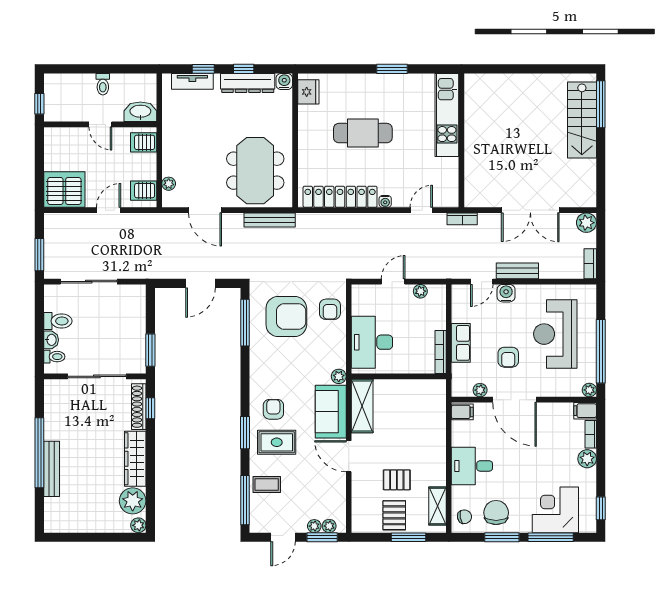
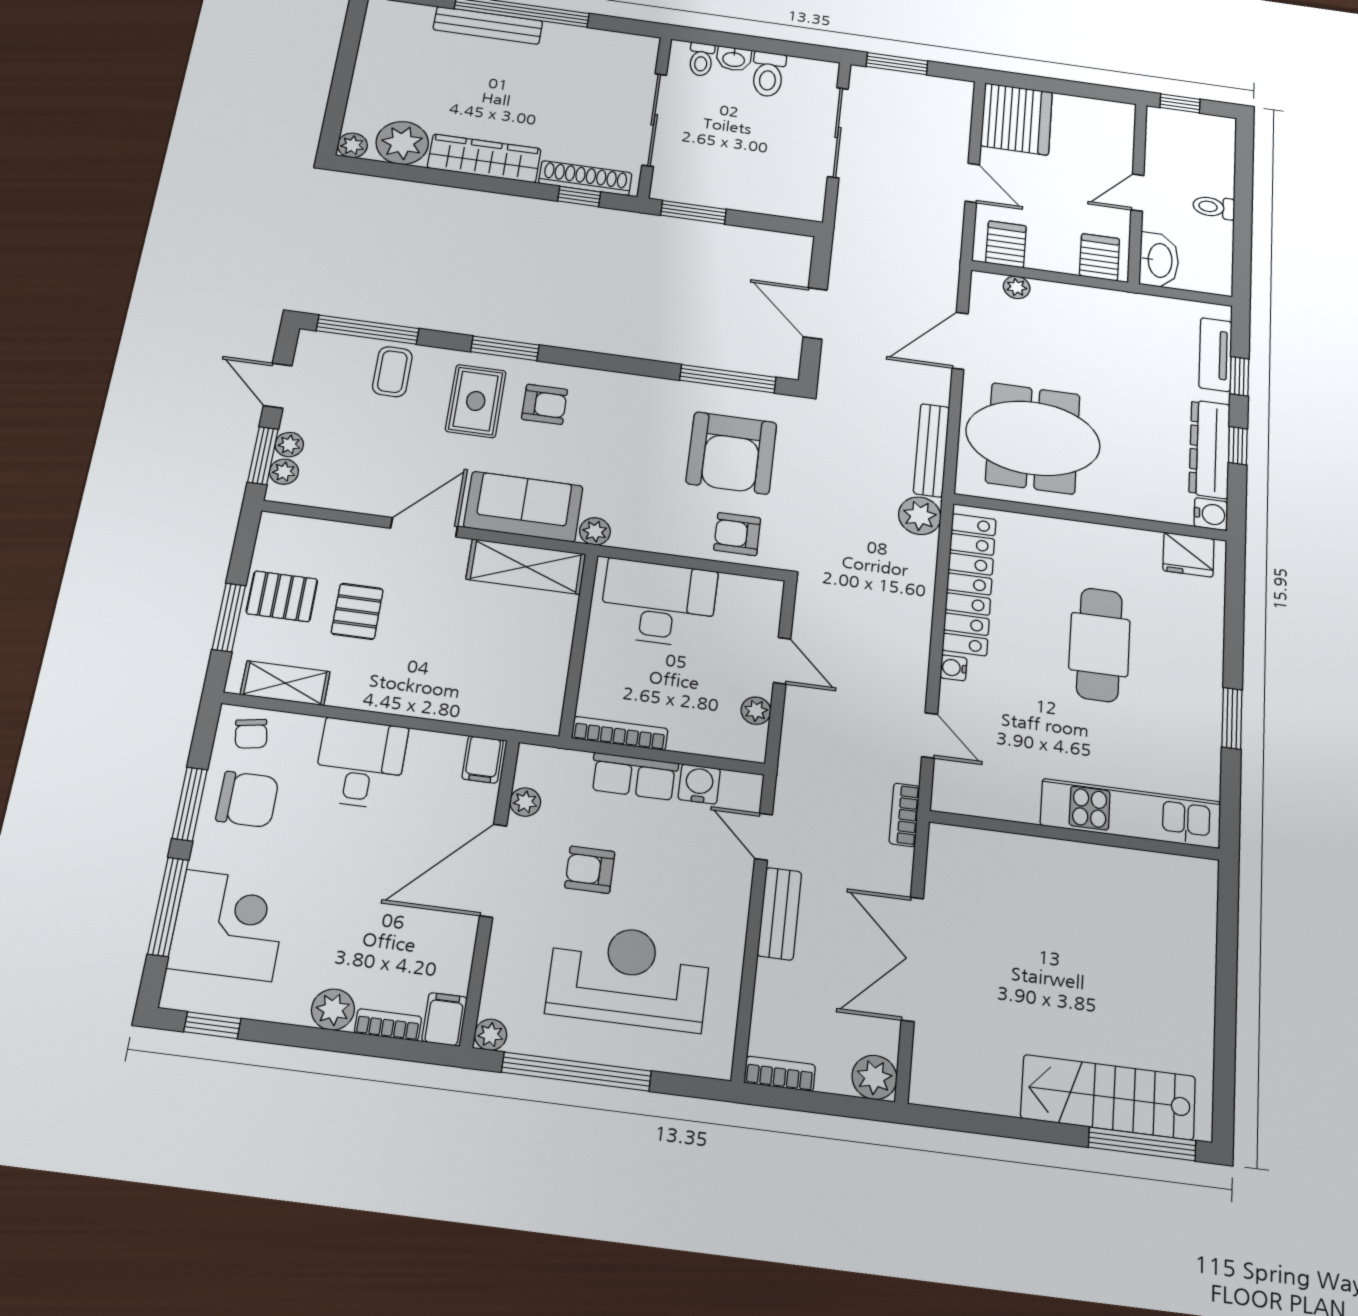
plant: (307, 223) -> (920, 516), added
water cooler: (506, 293) -> (699, 784), moved, turned -90

